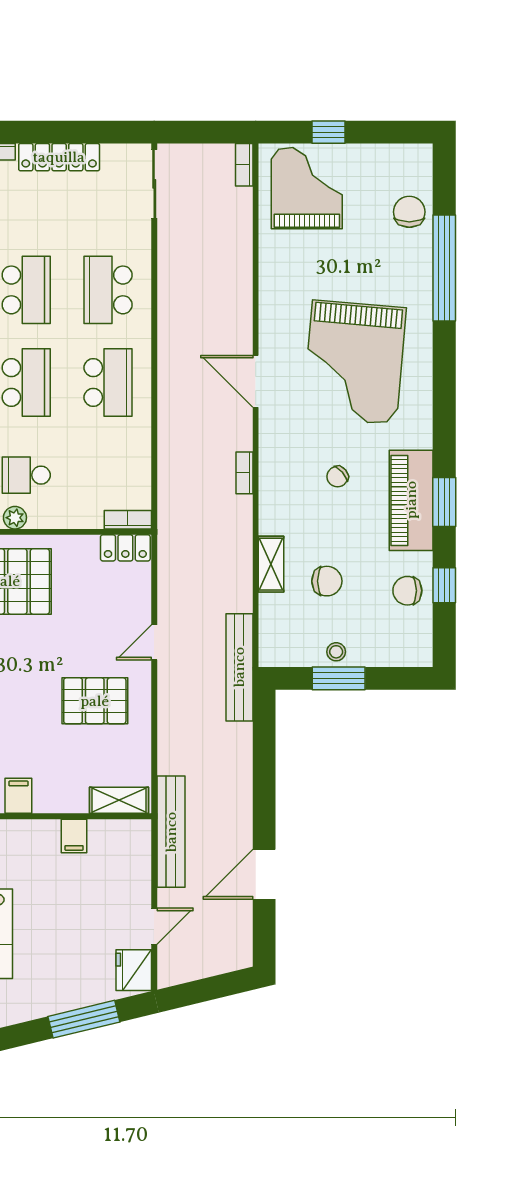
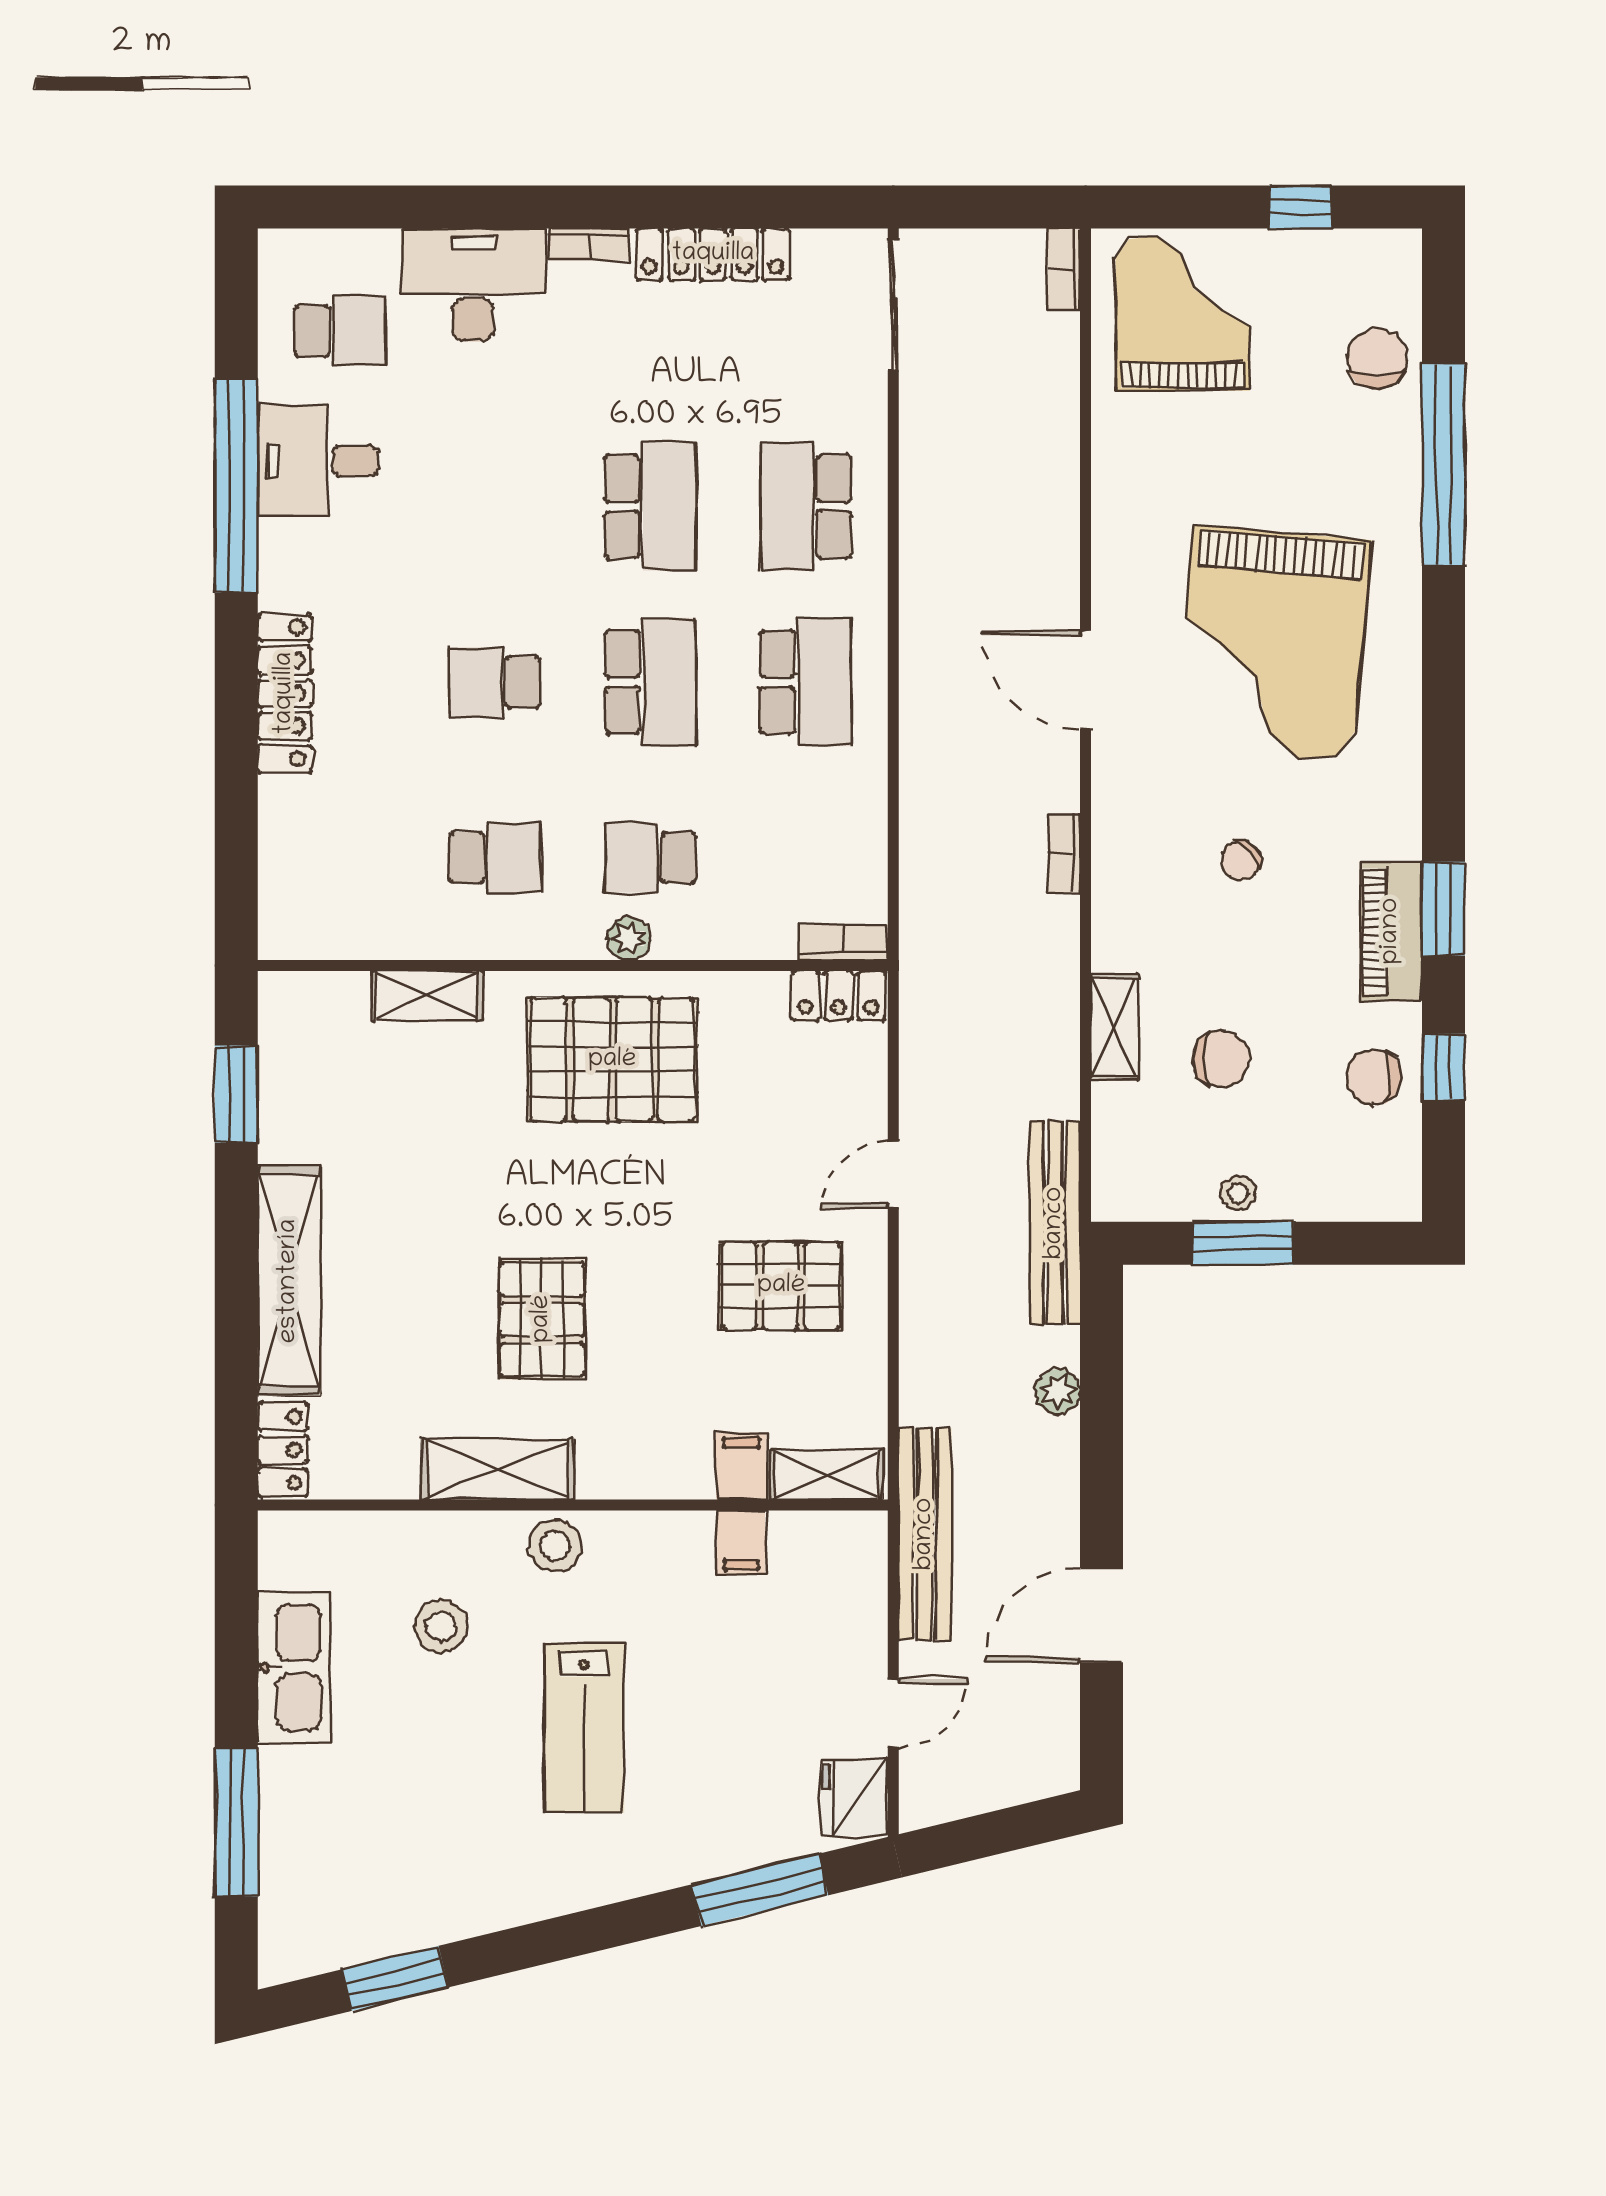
window: (328, 132) -> (1301, 207), moved
piano: (411, 500) -> (1391, 931), width x0.73, depth x0.75
plant: (241, 756) -> (1058, 1391), added
filing cabinet: (18, 796) -> (741, 1466), moved

